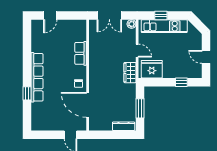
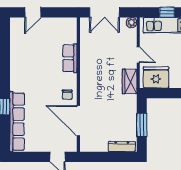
row of seats: (37, 77) -> (17, 122), moved

